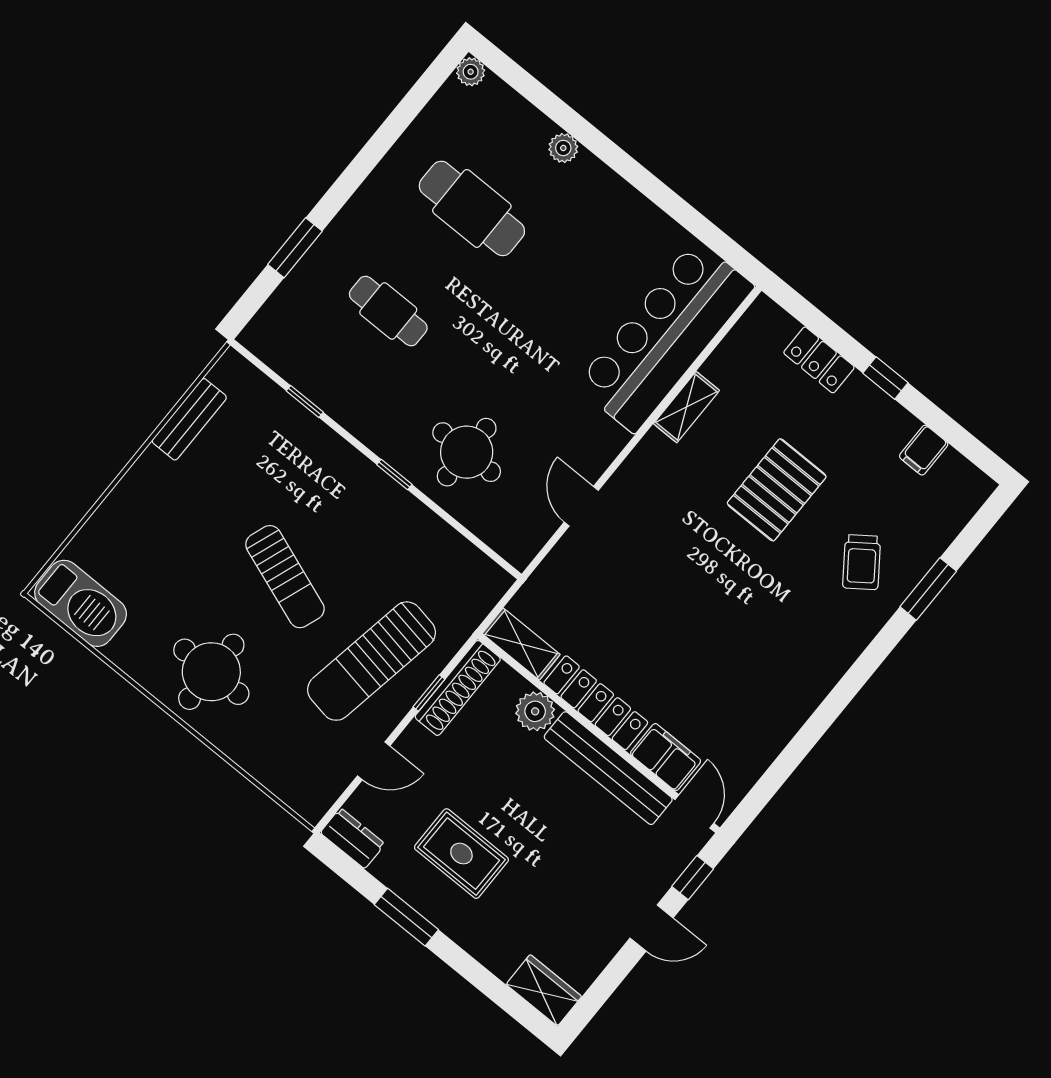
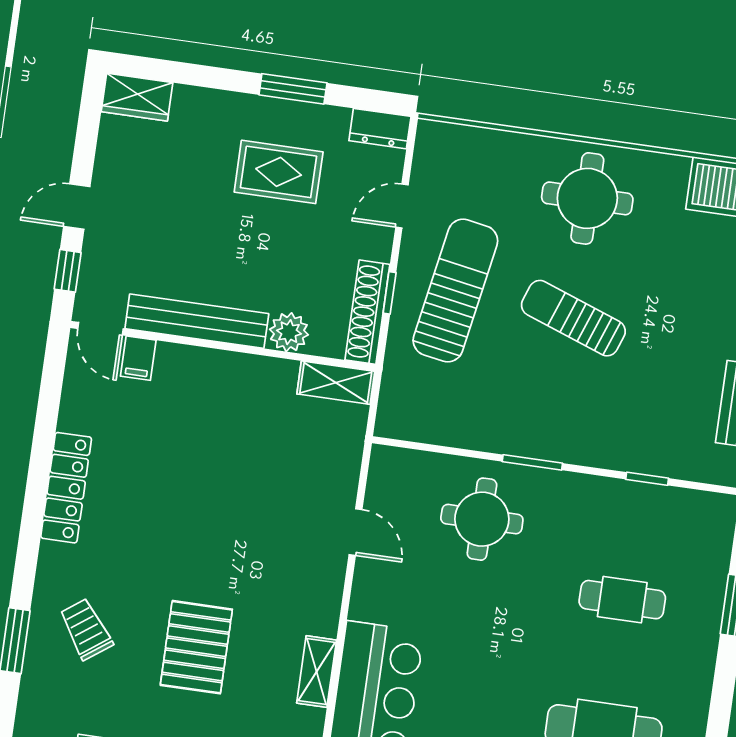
window: (394, 475) -> (532, 462), width x1.50
locker: (596, 703) -> (66, 488), moved, turned -90
filing cabinet: (666, 757) -> (138, 358), width x0.50

